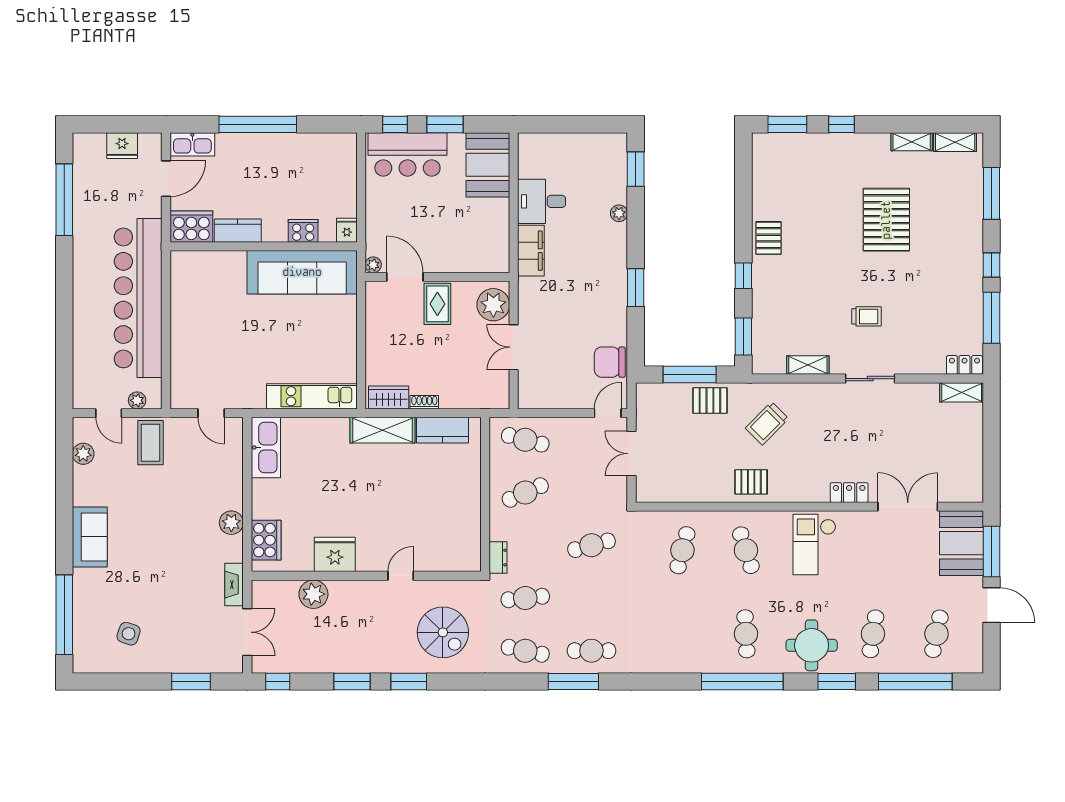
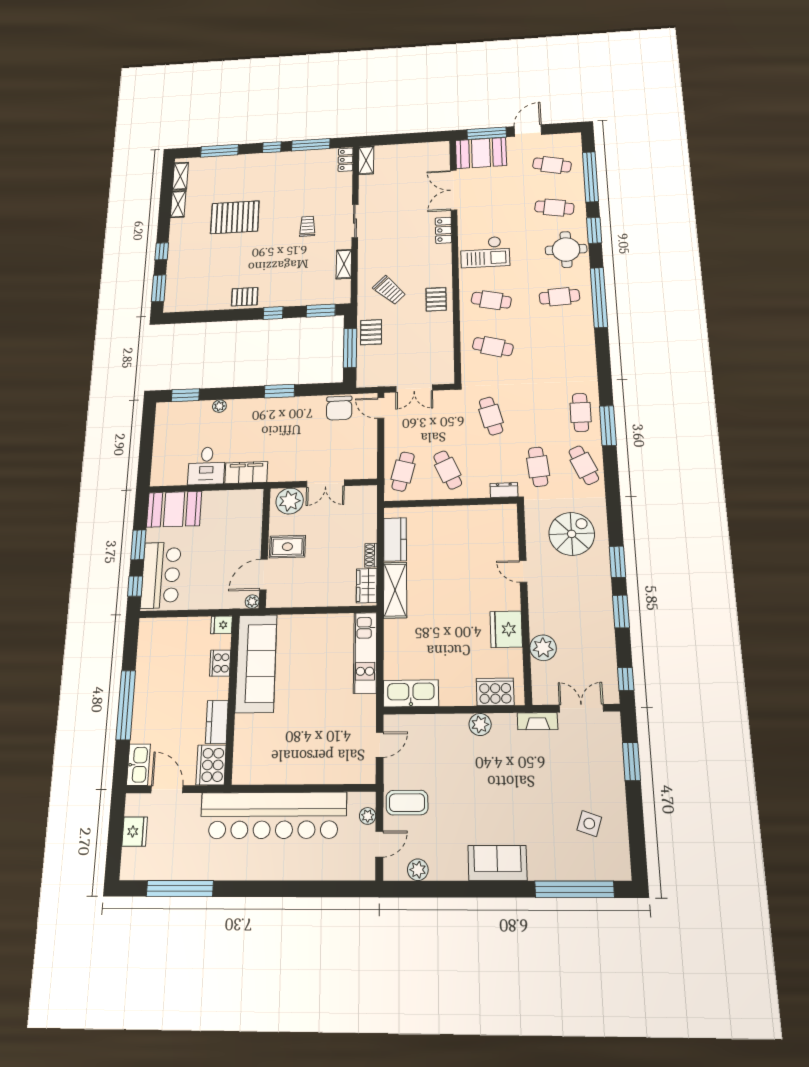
cafe table: (746, 550) -> (491, 300), turned 30
cafe table: (525, 651) -> (584, 465), turned -36

